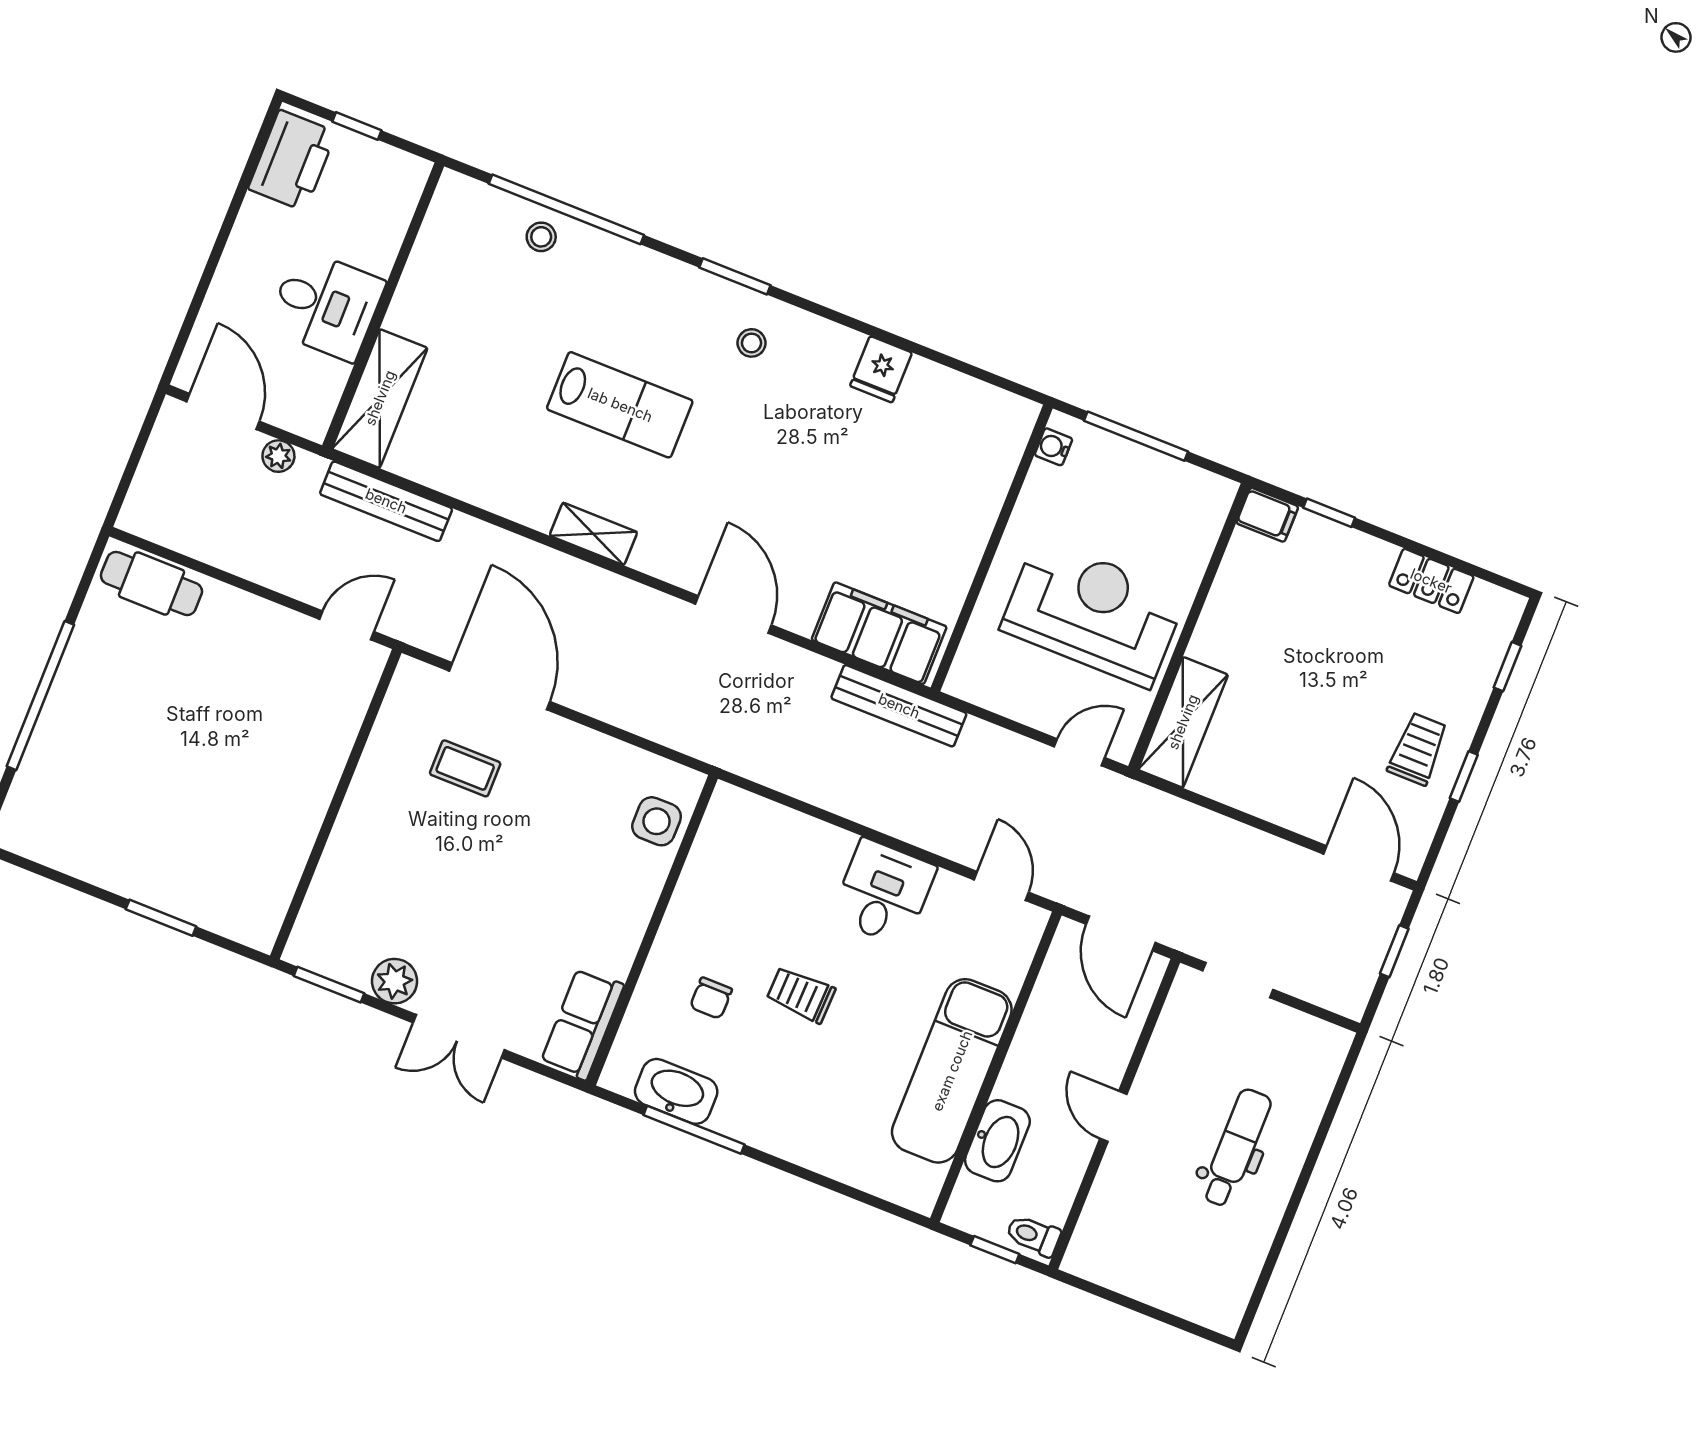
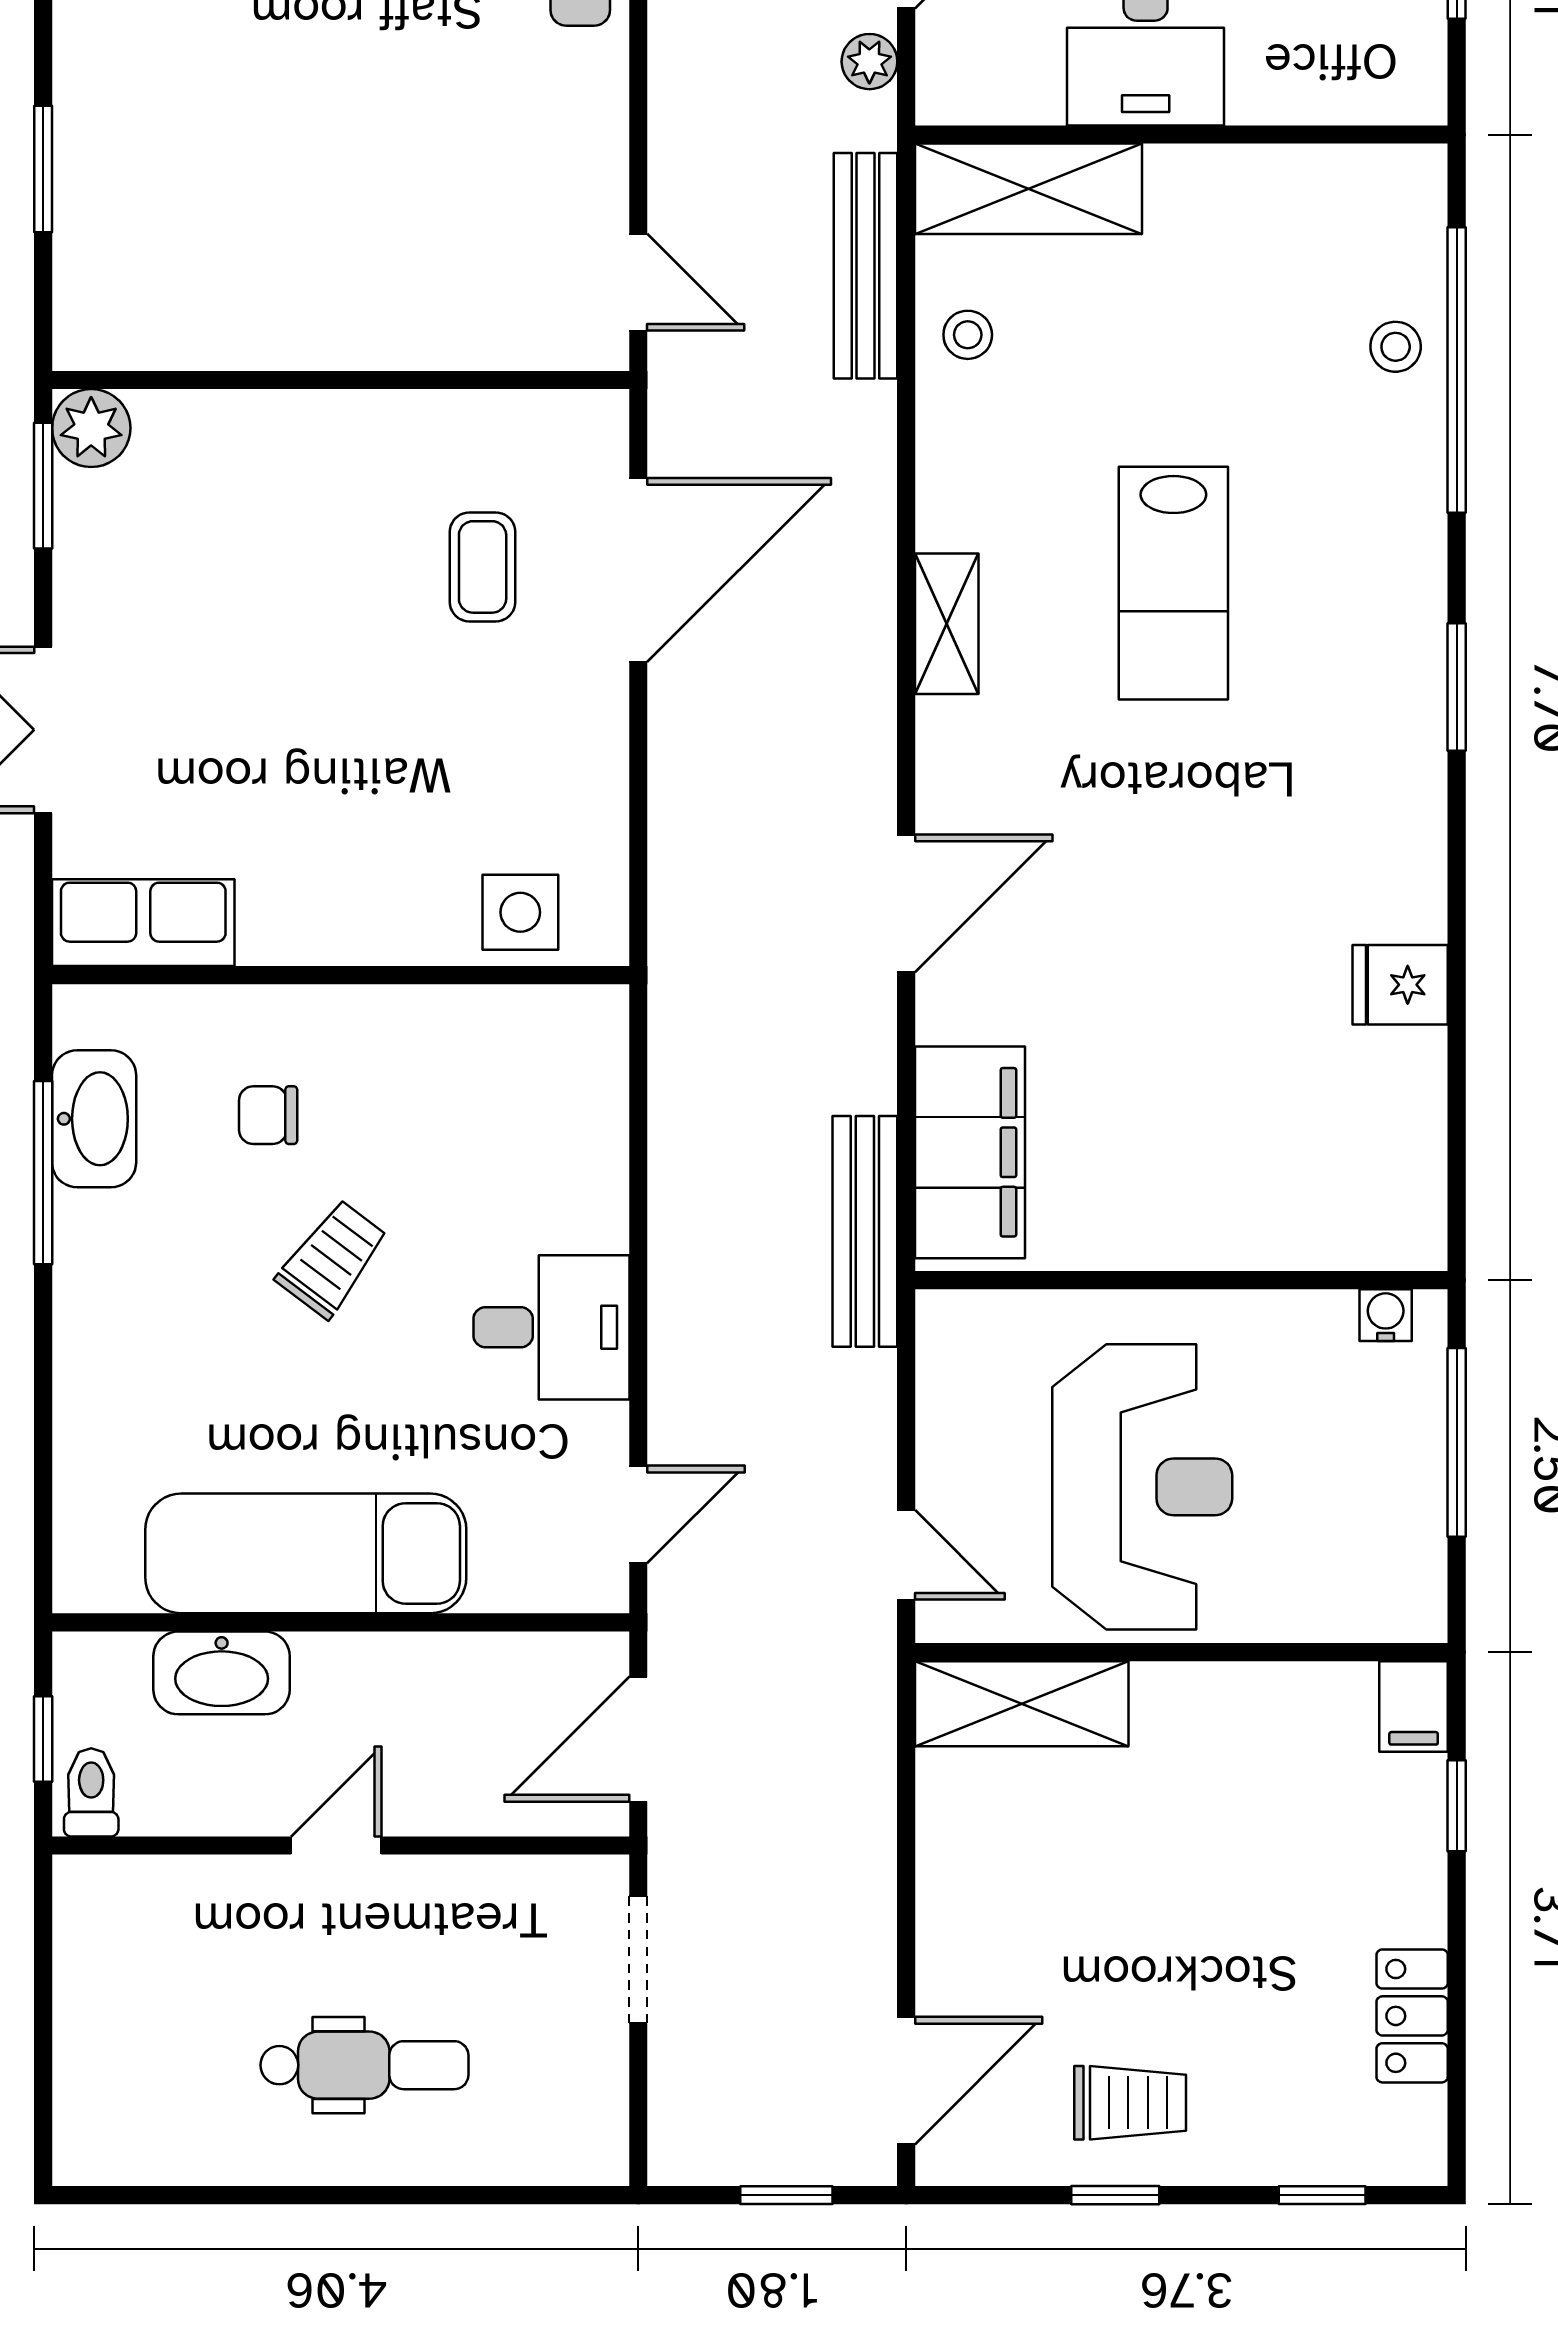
stool: (752, 343) -> (968, 335), moved
plant: (395, 981) -> (91, 428), moved
trolley: (801, 995) -> (332, 1259), turned 35

